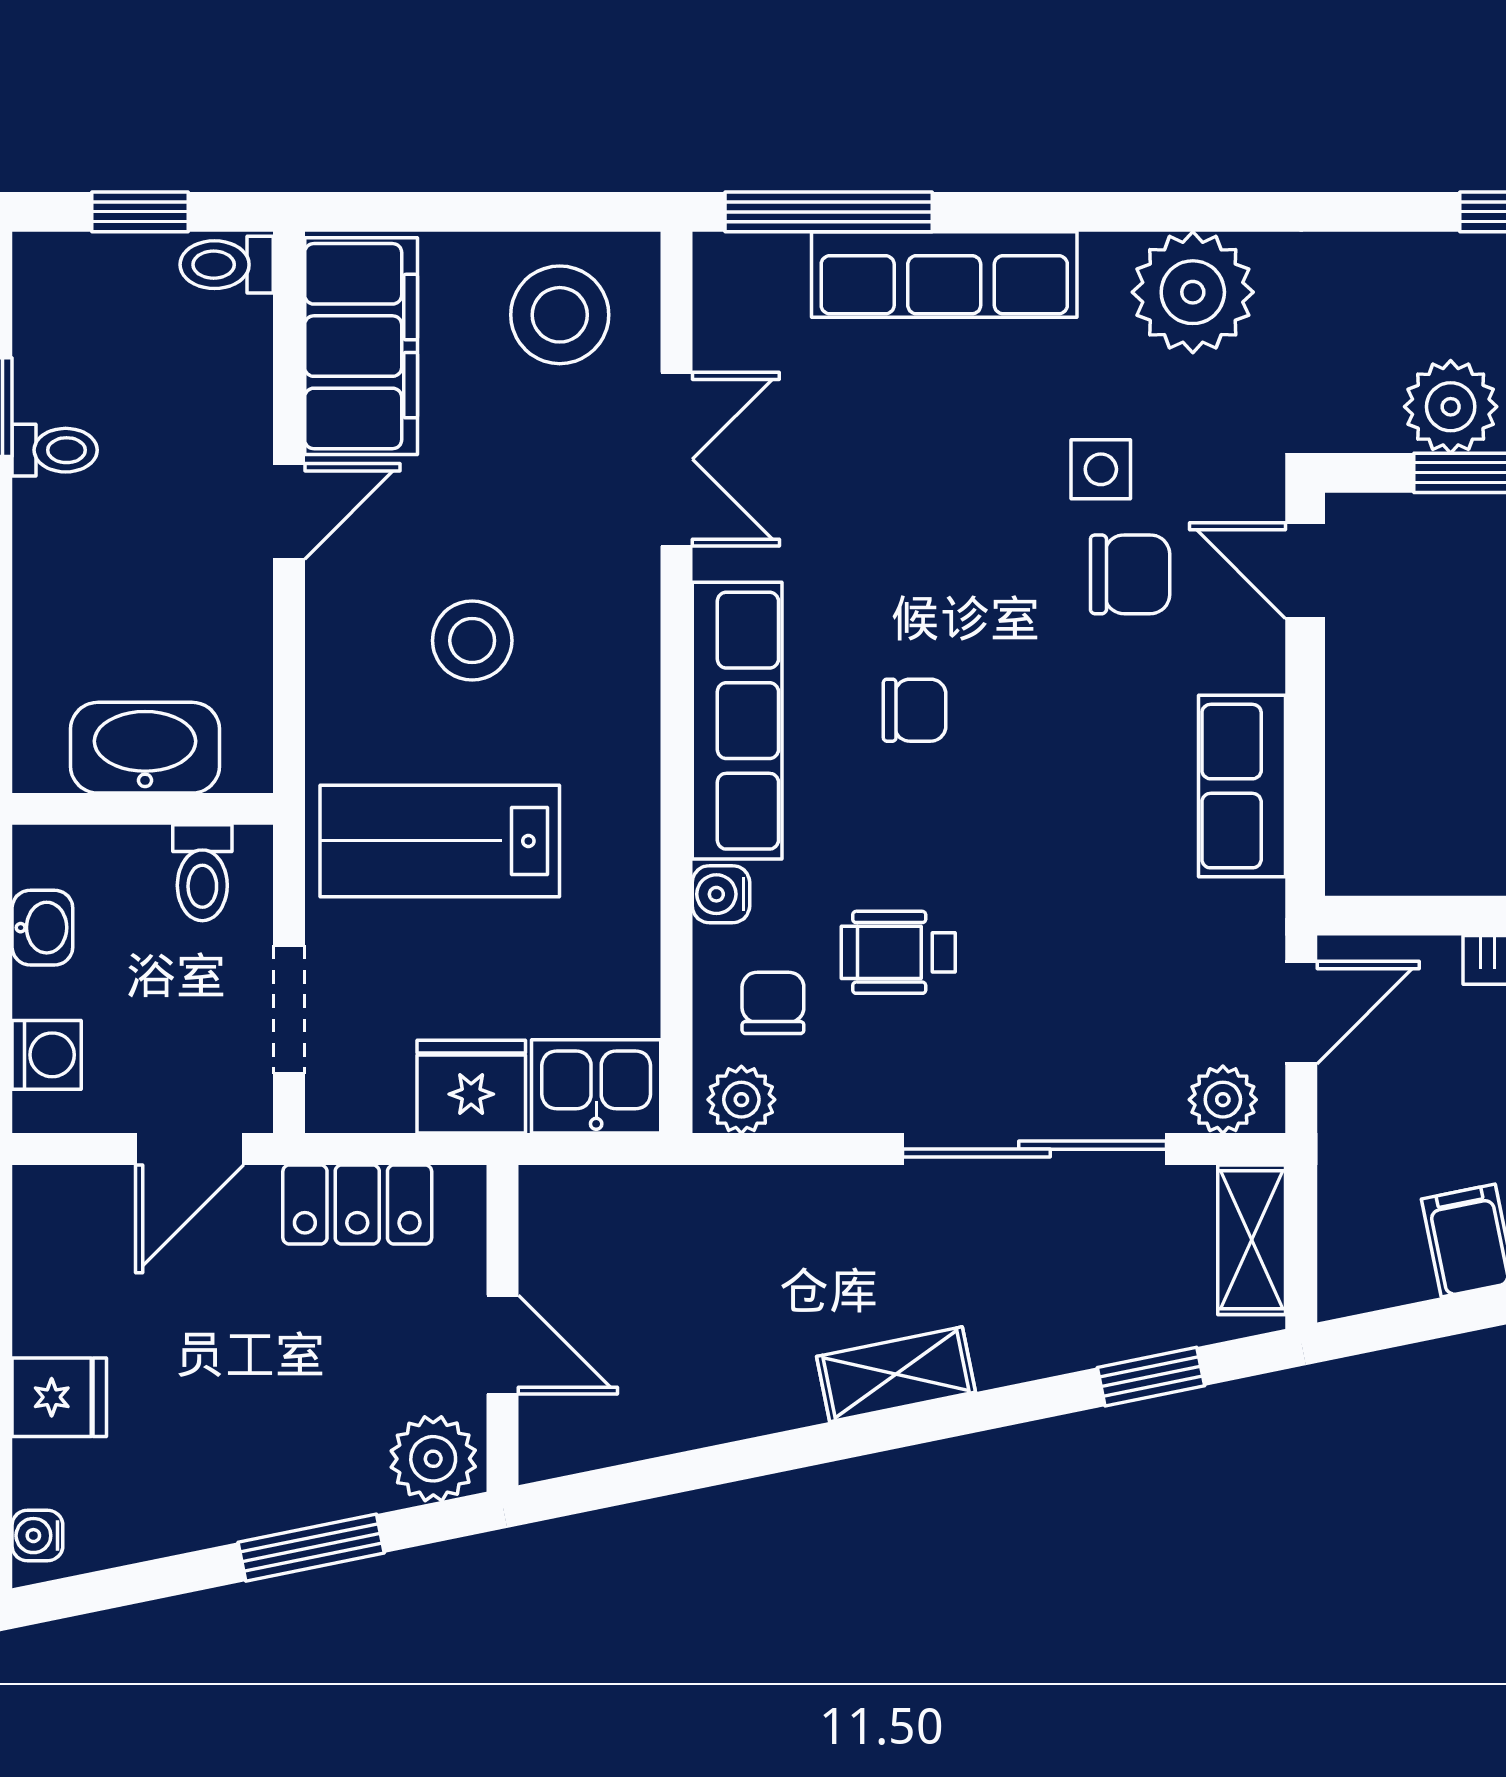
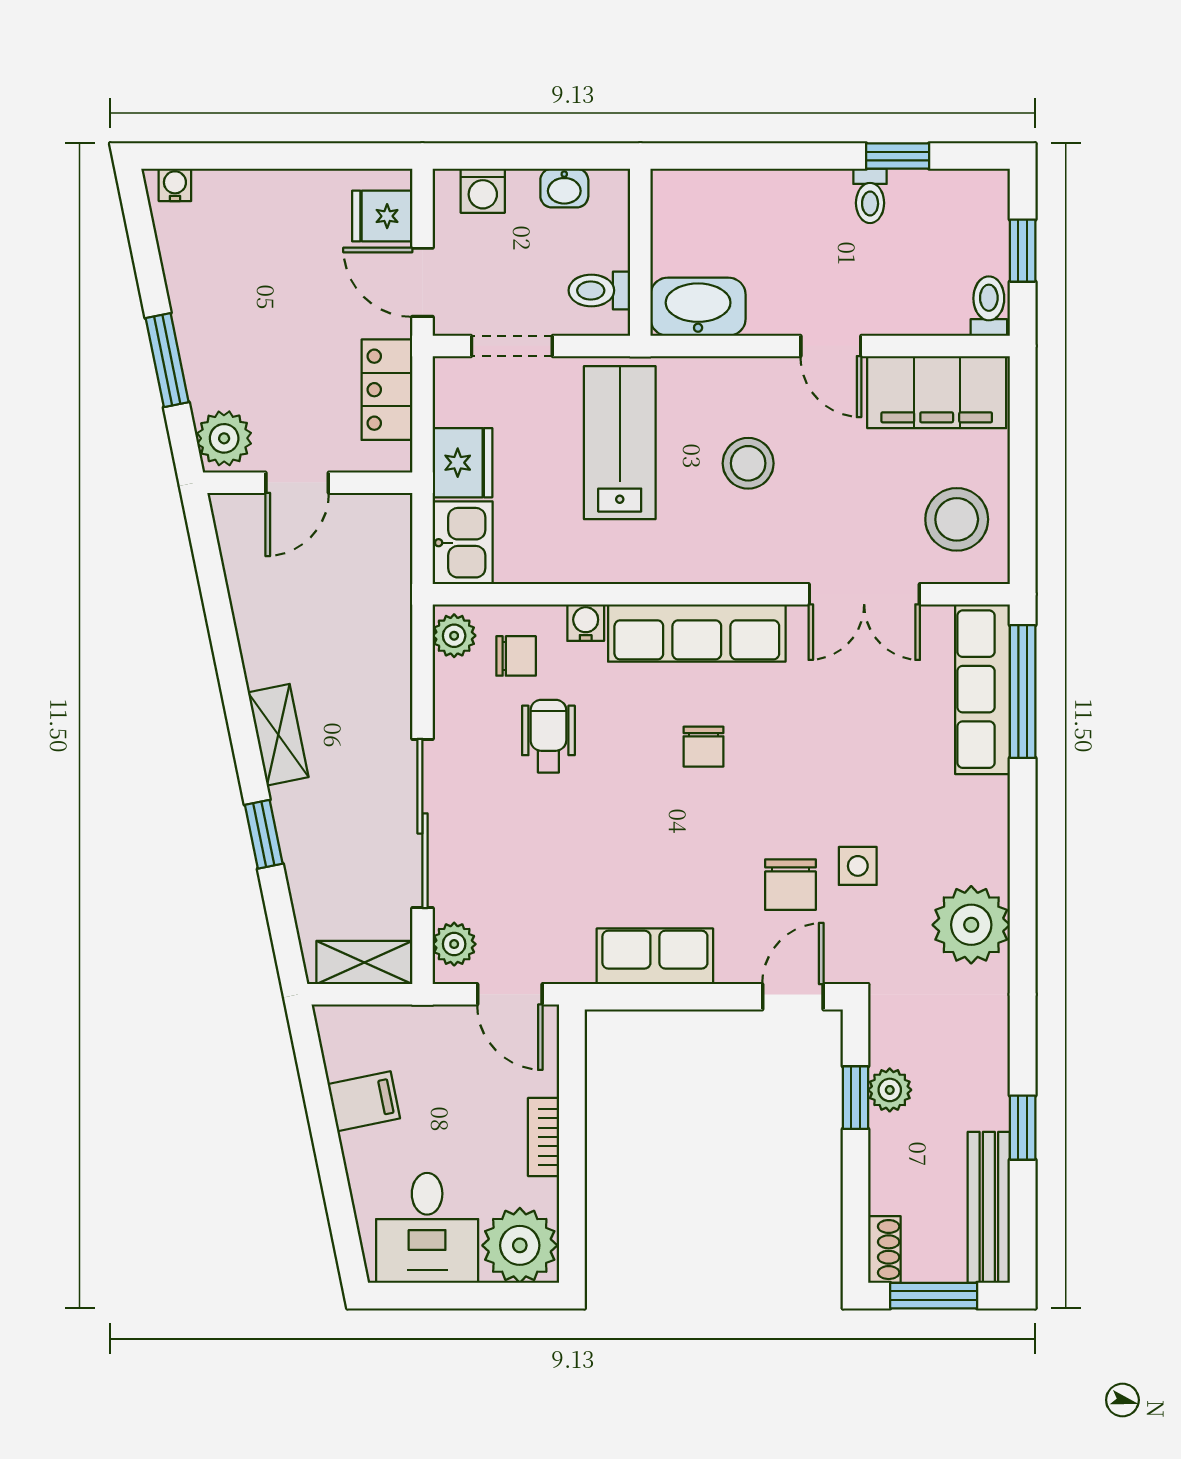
row of seats: (944, 274) -> (983, 689), moved
plant: (1451, 407) -> (890, 1090), width x0.73, depth x0.73
washbasin: (145, 748) -> (698, 307), moved, turned -90
window: (1151, 1377) -> (264, 834), moved
fridge: (59, 1397) -> (382, 216), moved, turned 90

